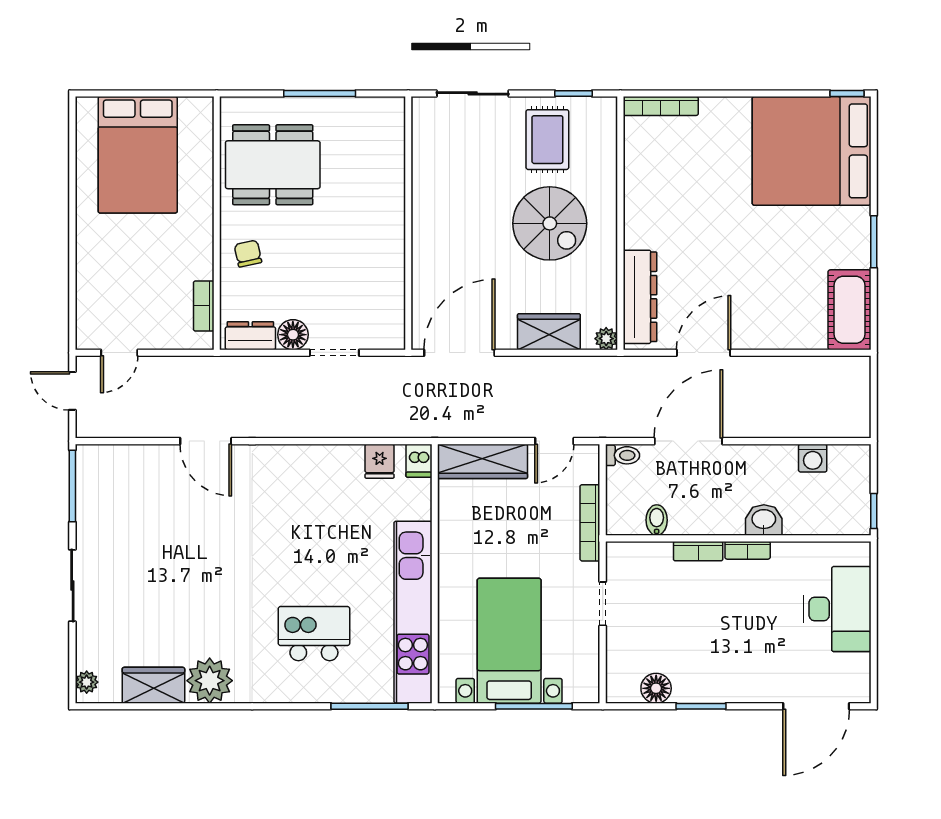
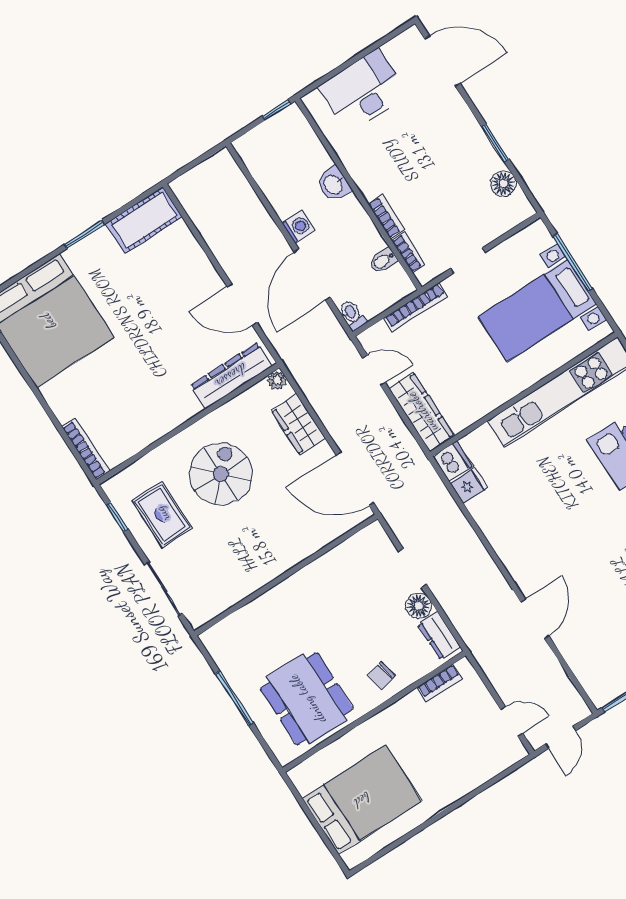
rug: (547, 140) -> (162, 514), turned 90
door: (688, 441) -> (312, 275), hinge flipped
washing machine: (813, 458) -> (298, 227), moved
dishwasher: (419, 461) -> (453, 461), width x1.38
bookcase: (748, 550) -> (408, 252), moved

